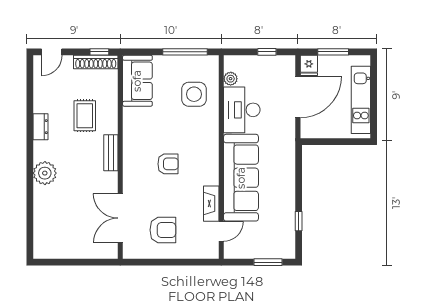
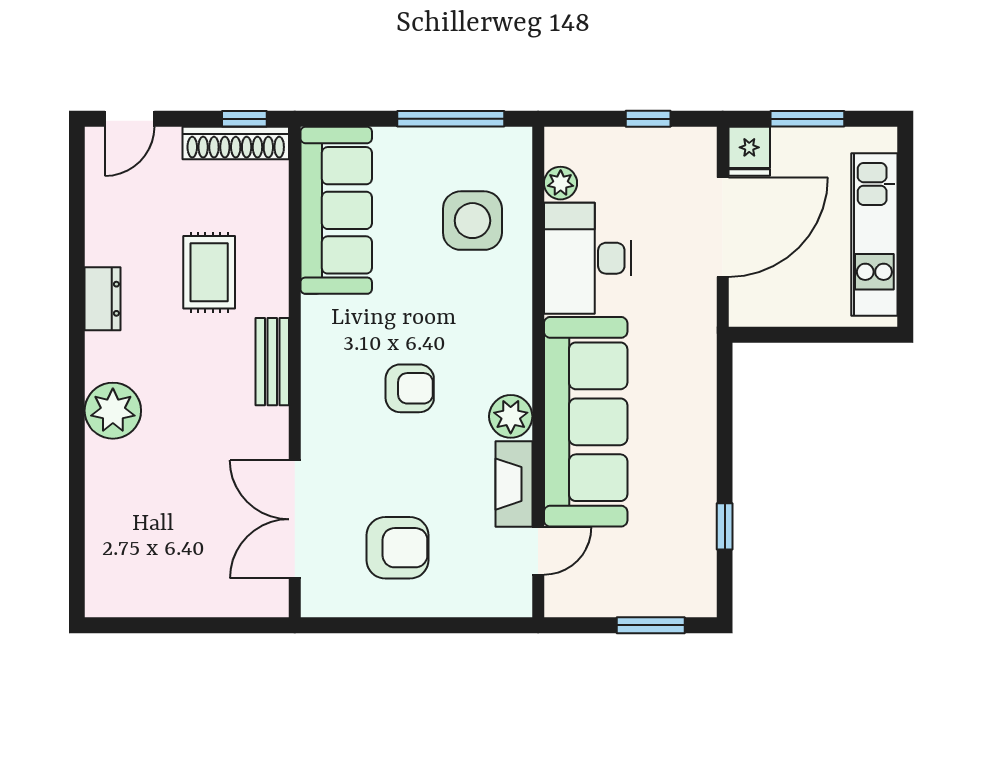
sofa: (137, 81) -> (336, 210), width x1.36
plant: (210, 176) -> (511, 416), added

